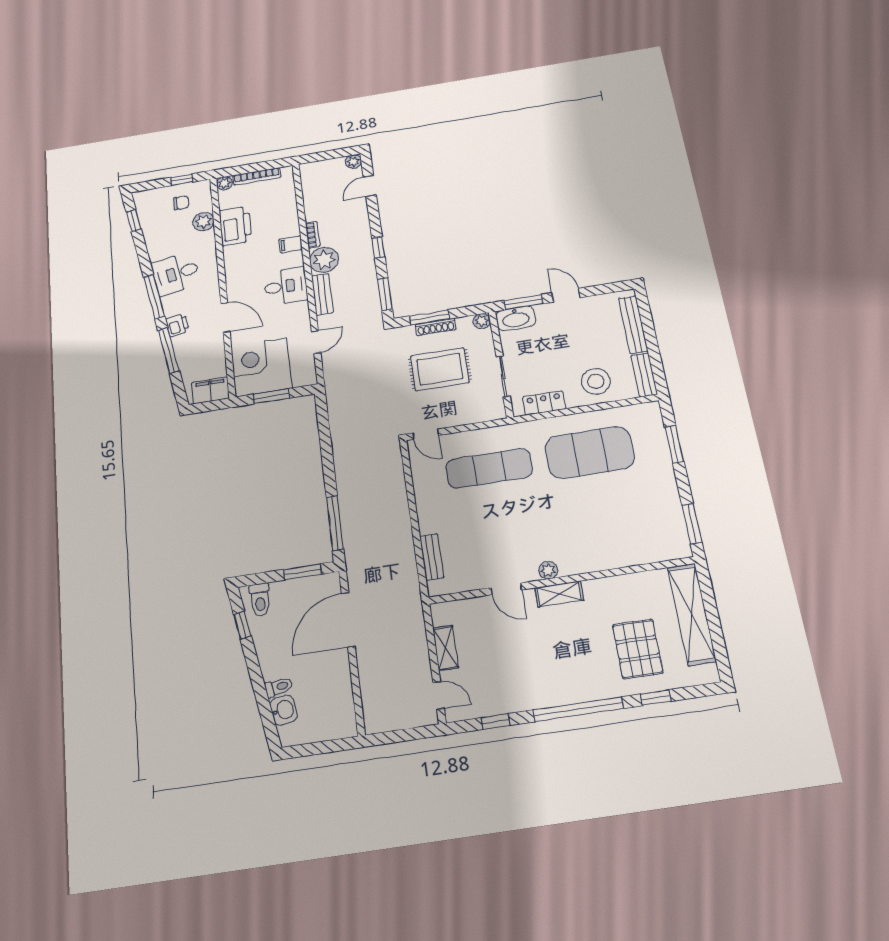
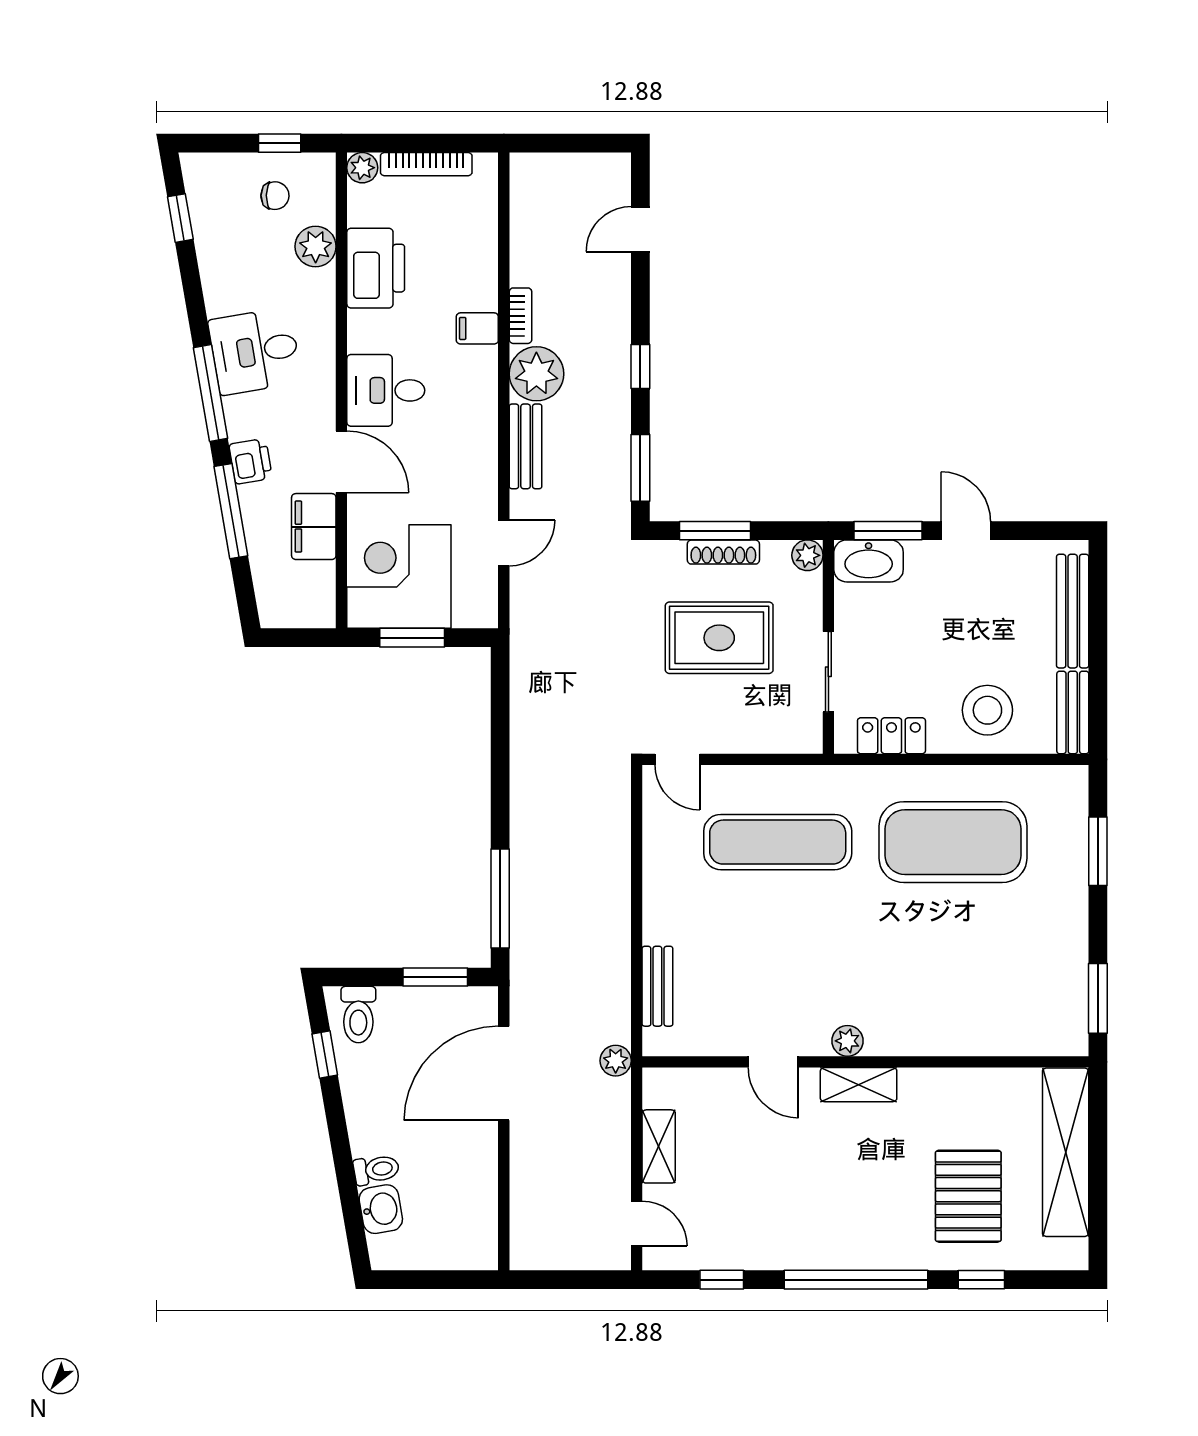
plant: (353, 162) -> (616, 1061), moved
desk: (286, 286) -> (386, 390), moved, turned 180
filing cabinet: (211, 390) -> (314, 527), moved, turned -90

